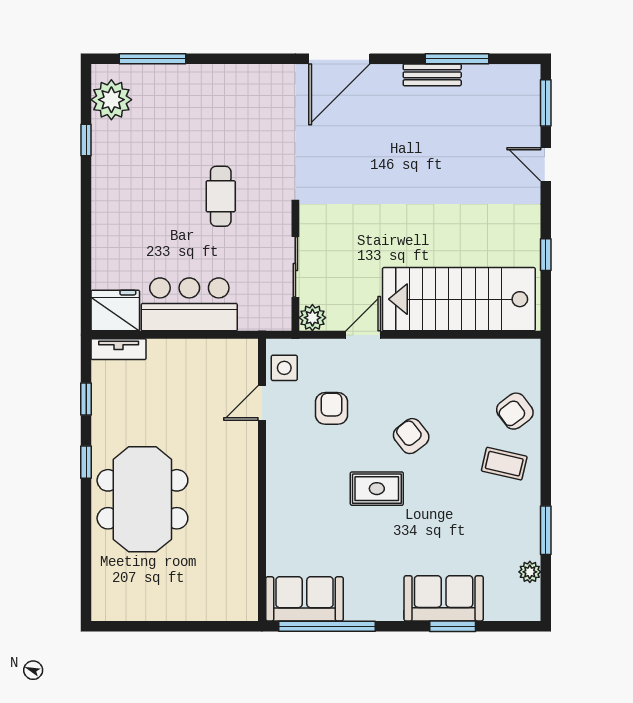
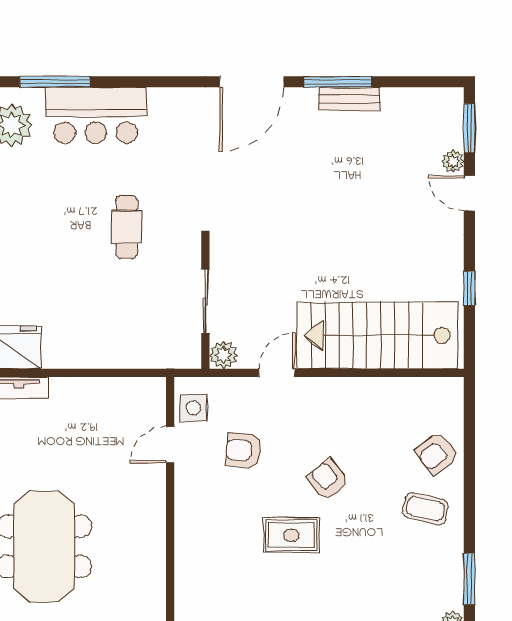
window: (457, 59) -> (338, 82), moved
plant: (530, 134) -> (453, 161), added
bar counter: (189, 304) -> (96, 115), moved, turned 180
armchair: (332, 408) -> (243, 451), turned -85

